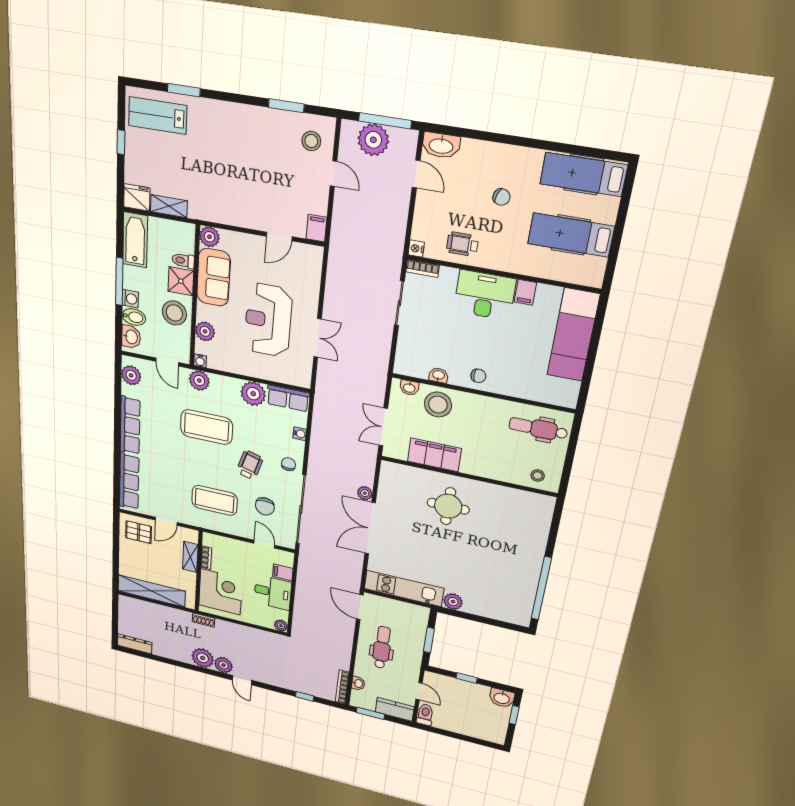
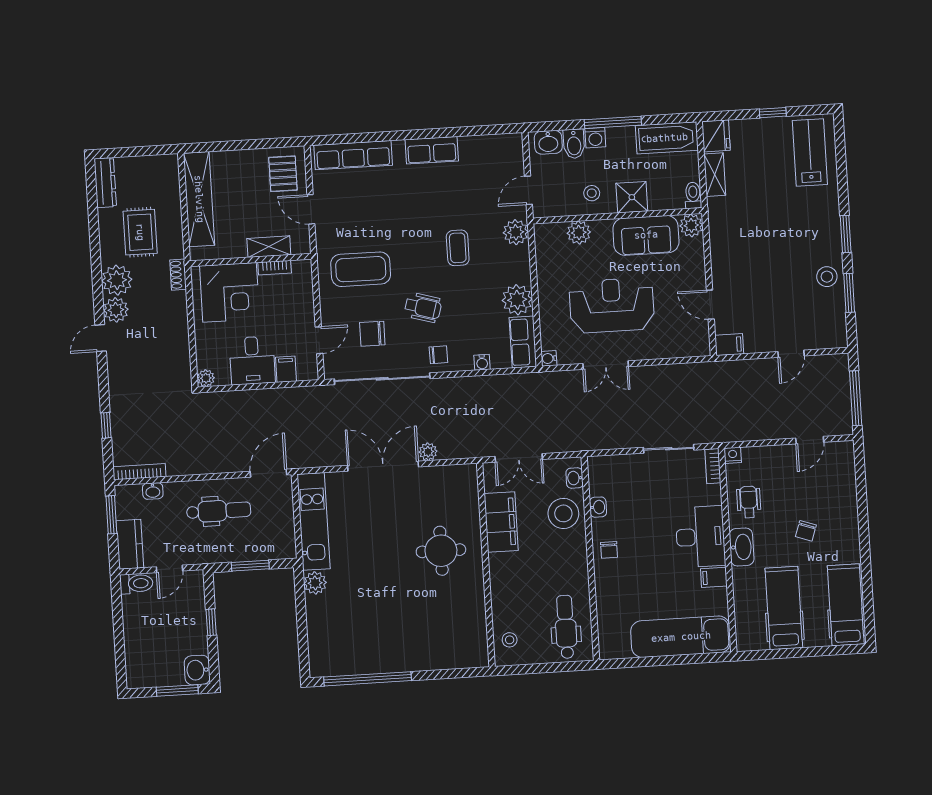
window: (184, 90) -> (846, 234), moved
plant: (373, 140) -> (834, 390), removed
stool: (311, 141) -> (827, 277), moved
washbasin: (441, 145) -> (742, 547), moved, turned 180
toilet: (183, 261) -> (693, 195), moved
stool: (174, 313) -> (592, 193), width x0.53, depth x0.53
water cooler: (200, 361) -> (549, 358), moved
plant: (131, 375) -> (499, 146), removed
row of seats: (130, 425) -> (432, 150), width x0.68
coffee table: (207, 427) -> (458, 248), width x0.54, depth x0.58
double door: (383, 427) -> (519, 458), swing flipped
coffee table: (214, 500) -> (361, 269), turned 90
rug: (171, 634) -> (140, 232), added
window: (514, 715) -> (177, 690), width x1.50

